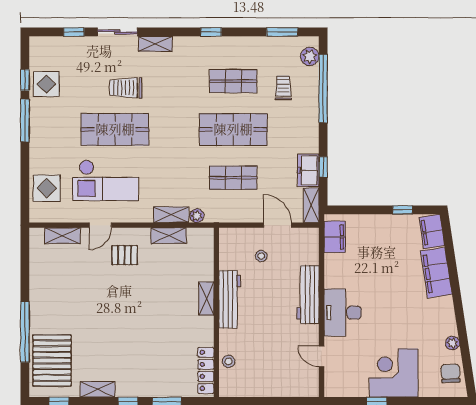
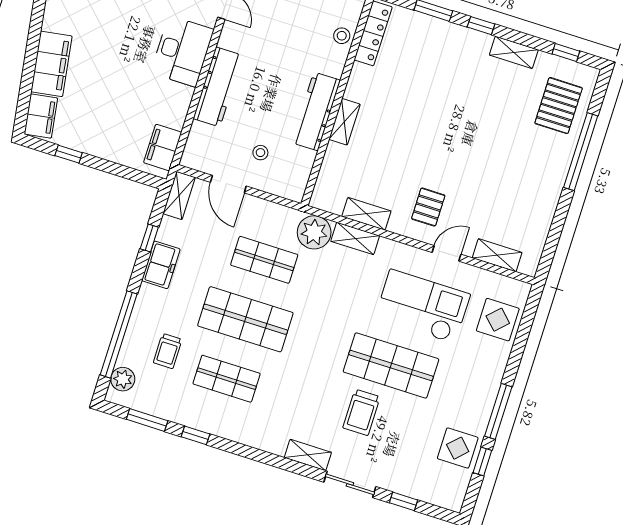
window: (211, 32) -> (195, 435), moved
trolley: (126, 88) -> (361, 412), turned 90
freezer: (308, 170) -> (161, 265), moved
plant: (197, 216) -> (314, 232), width x1.87, depth x1.87
pallet: (125, 255) -> (428, 207), turned 90
pallet: (52, 361) -> (559, 106), width x0.73, depth x0.71

